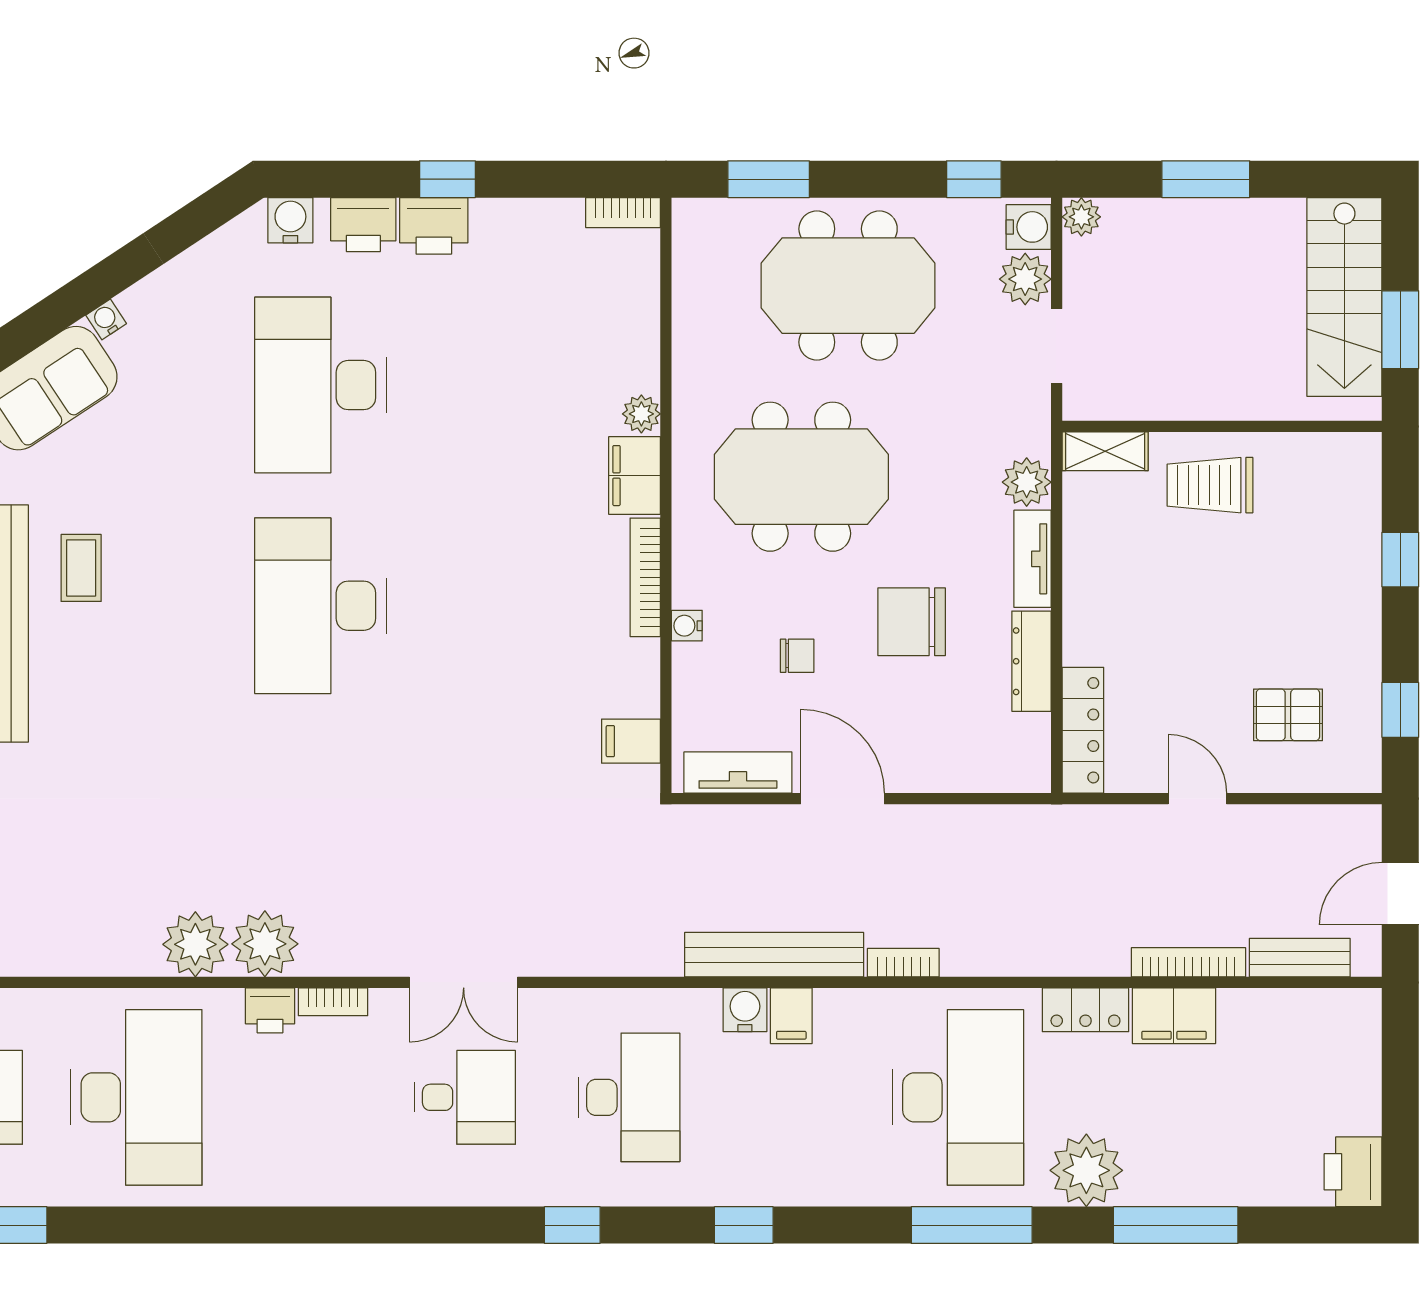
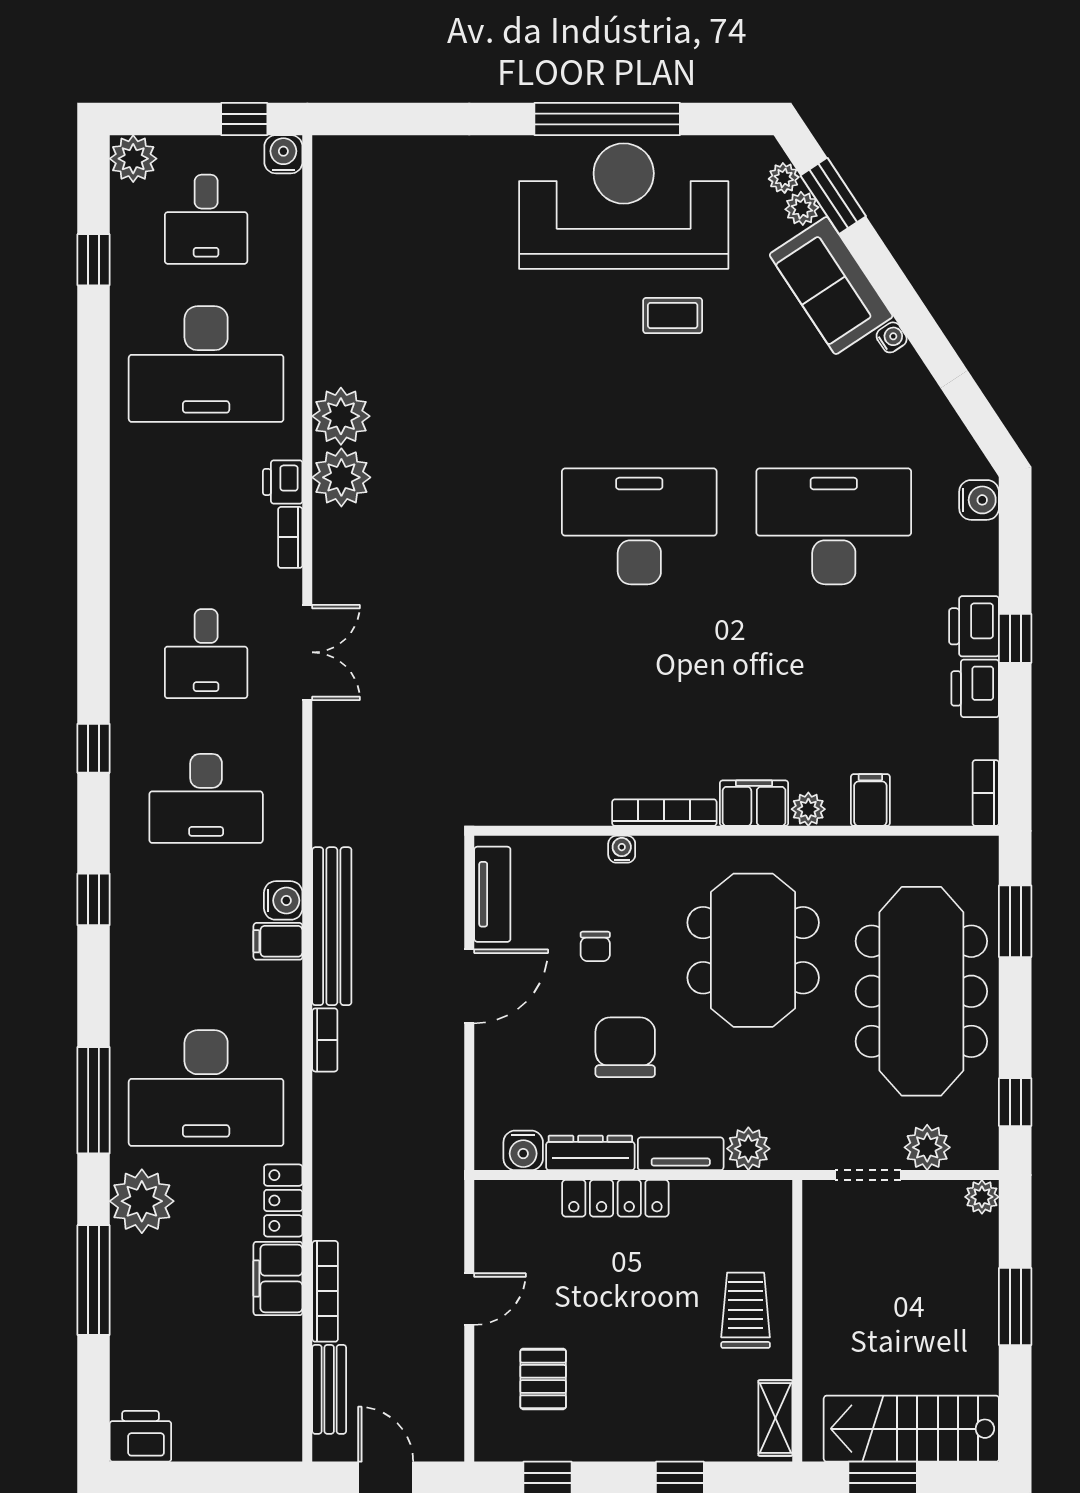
printer: (363, 225) -> (975, 688), moved
water cooler: (1029, 227) -> (523, 1150), moved
meeting table: (848, 286) -> (921, 991), width x1.36
shelving: (1105, 451) -> (775, 1418), moved
locker: (1083, 730) -> (615, 1198), moved
filing cabinet: (631, 741) -> (870, 800), moved
double door: (464, 982) -> (307, 652), swing flipped

